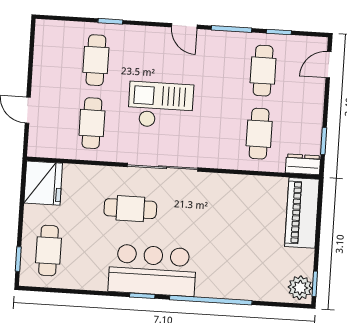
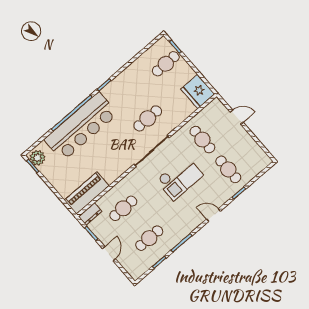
door: (184, 26) -> (213, 215), moved
door: (328, 65) -> (109, 254), moved
cafe table: (263, 71) -> (149, 238), turned 90
cafe table: (259, 134) -> (123, 208), turned 90
piano: (302, 213) -> (87, 193), moved, turned -90
cafe table: (48, 251) -> (166, 64), turned 90
bar counter: (152, 270) -> (81, 127), moved, width x1.36

